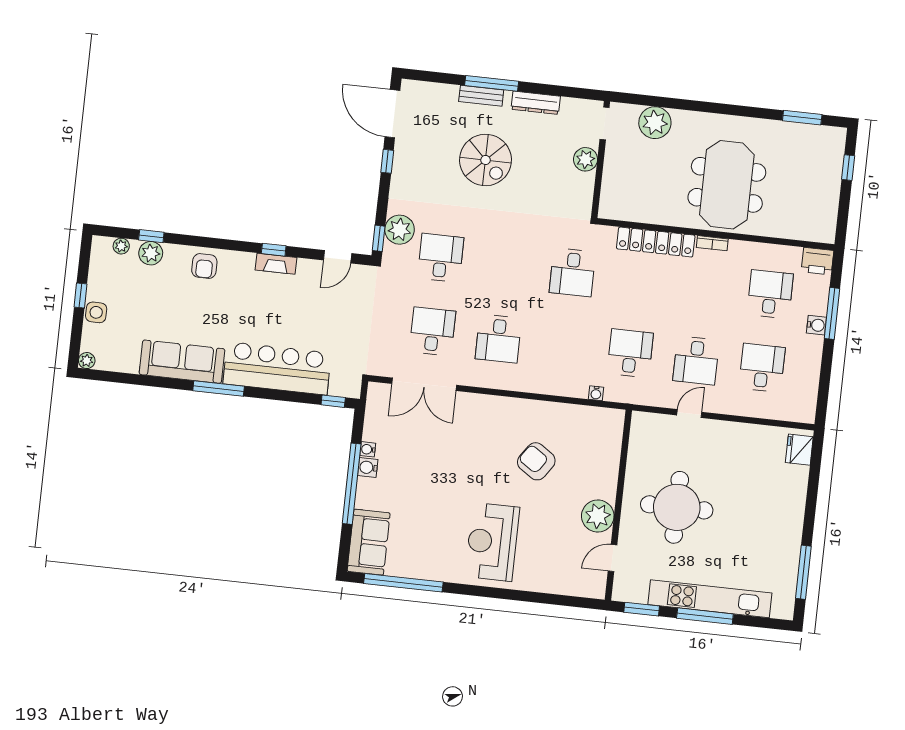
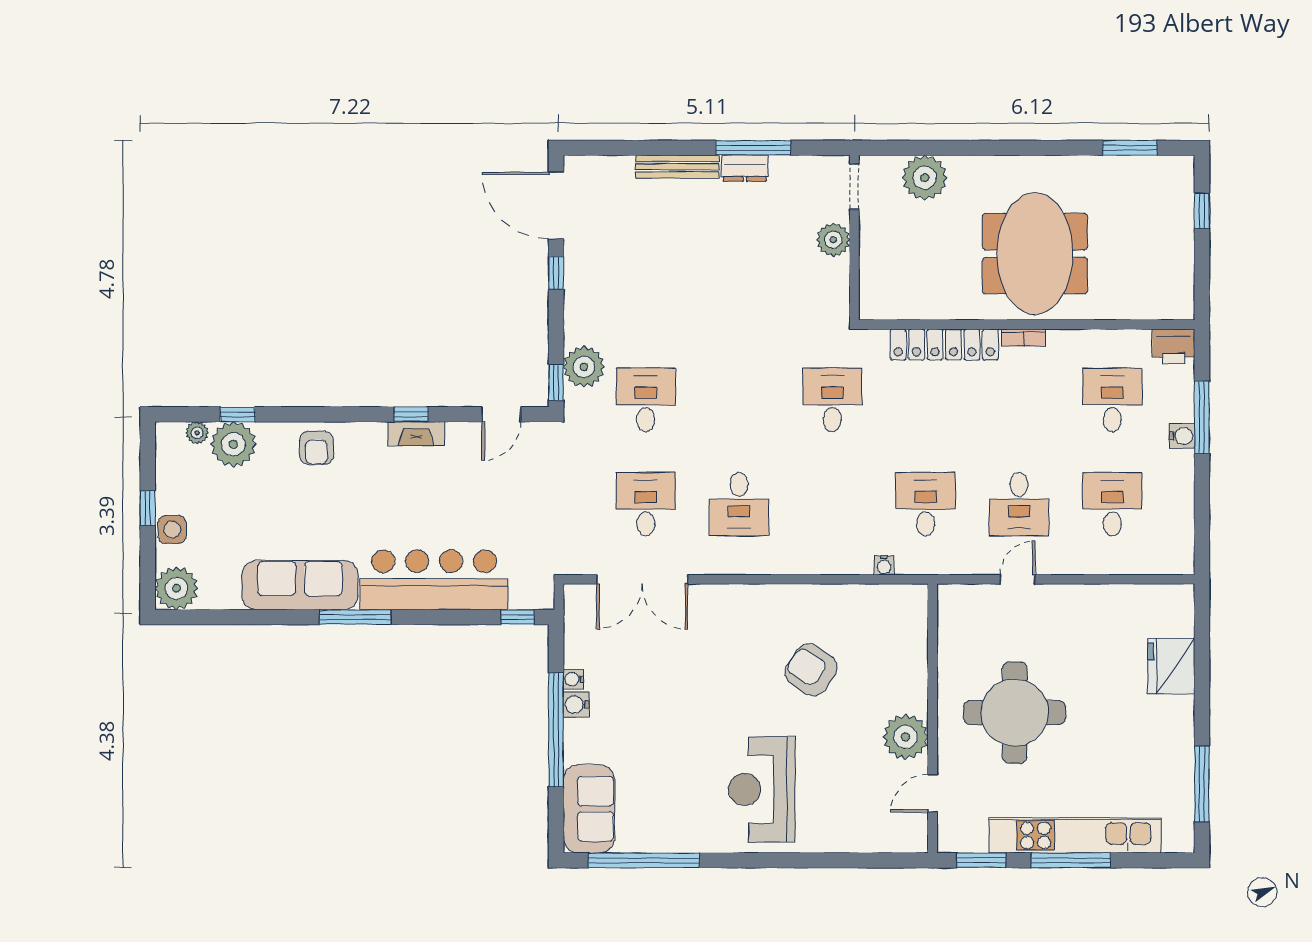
window: (492, 83) -> (753, 148), moved
bench: (481, 96) -> (677, 167), width x1.36
dresser: (536, 103) -> (745, 168), width x0.70
spiral stairs: (486, 160) -> (693, 256), removed
plant: (151, 253) -> (233, 444), width x1.36, depth x1.36
desk: (572, 272) -> (832, 400), turned 180
plant: (87, 361) -> (176, 588), width x1.87, depth x1.87
fridge: (799, 450) -> (1171, 666), moved, width x1.36, depth x1.34

